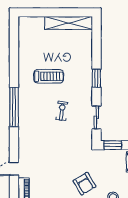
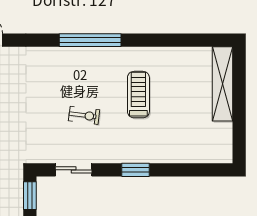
shelving: (69, 23) -> (222, 84), moved
treadmill: (49, 76) -> (138, 95), turned 180

